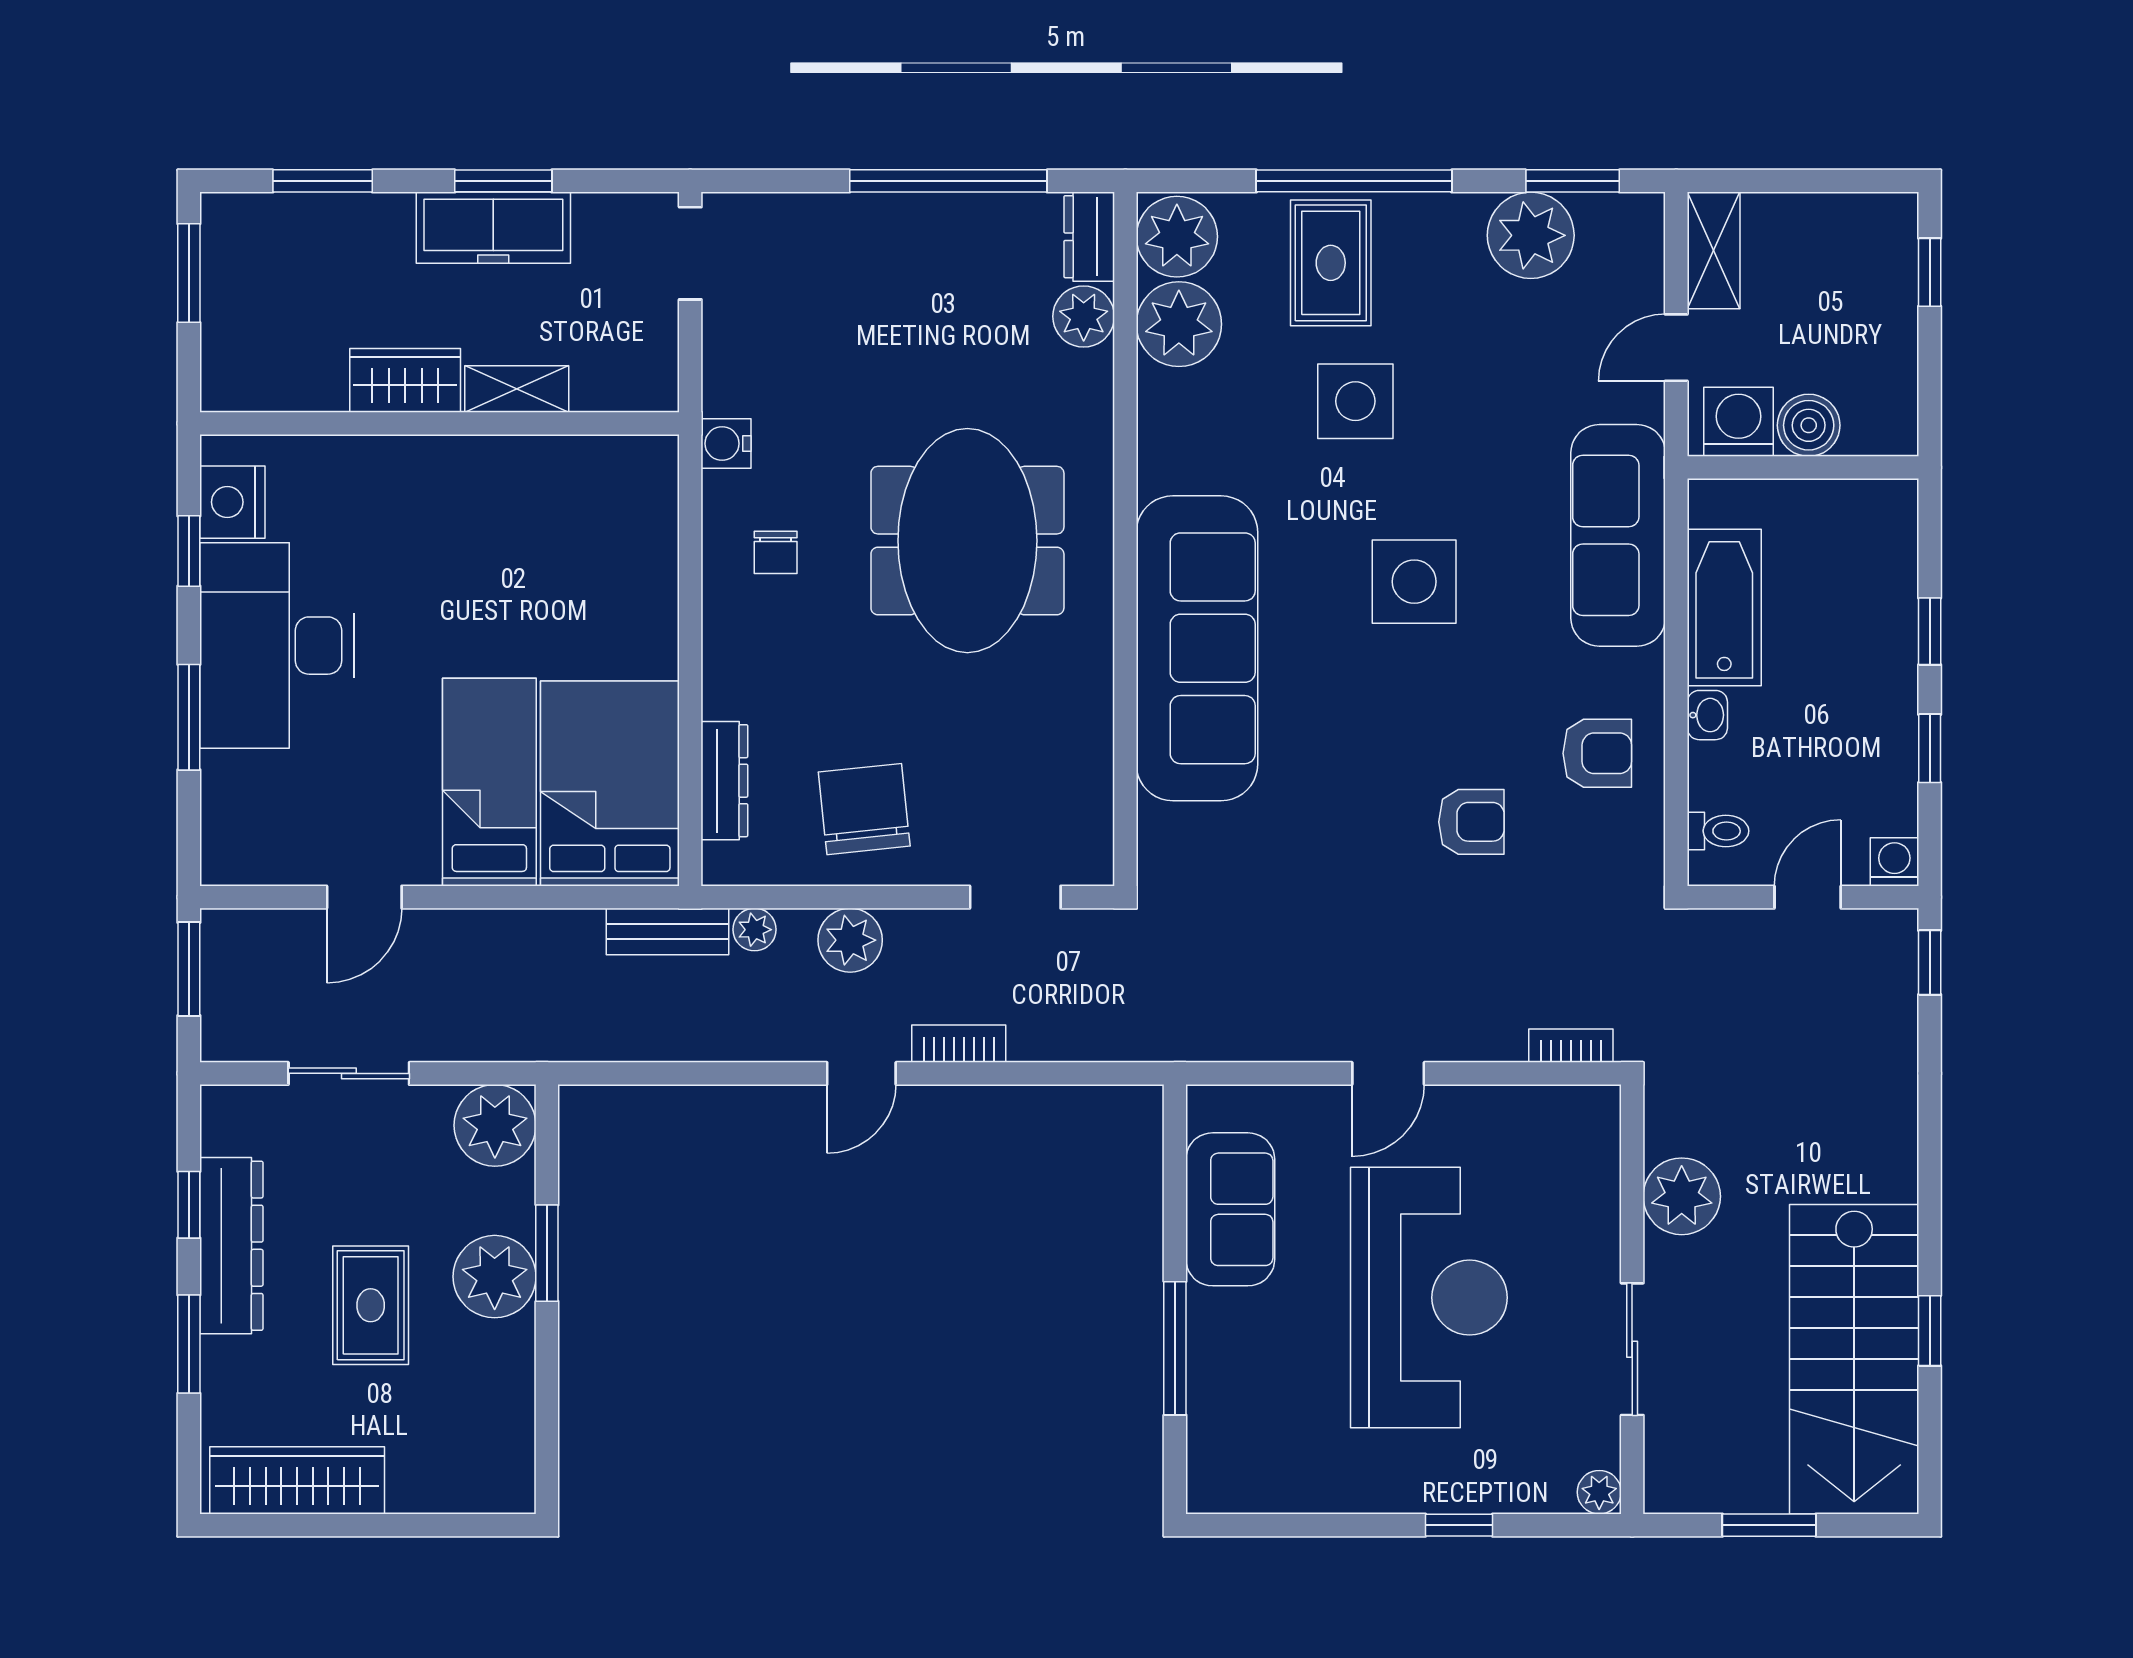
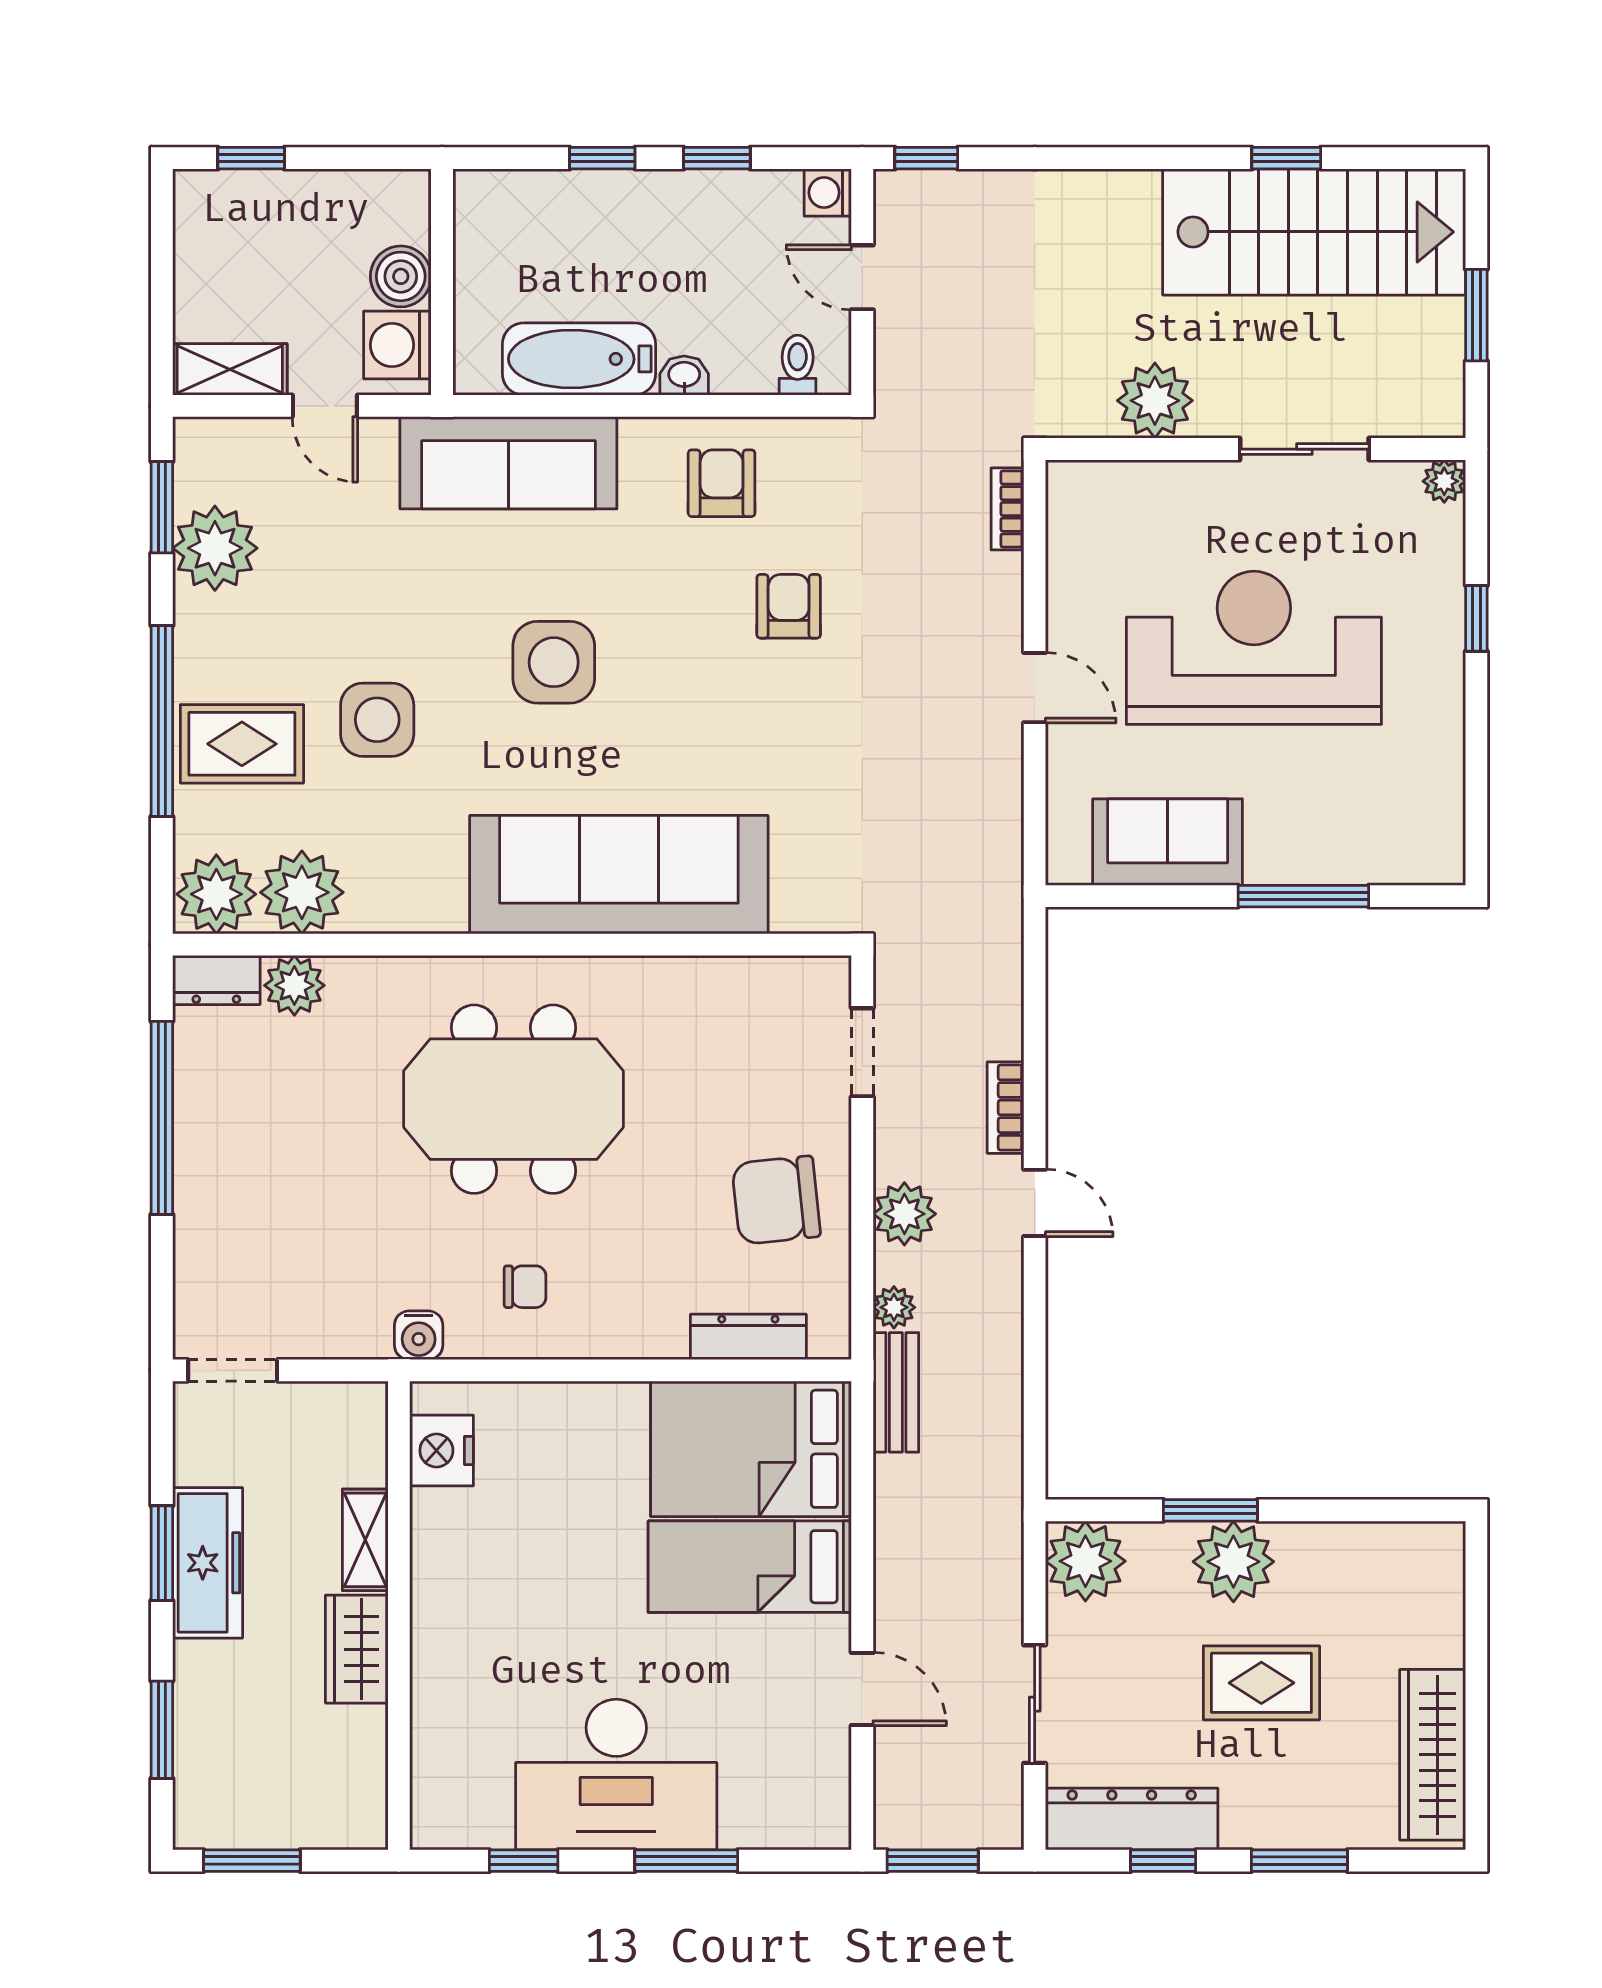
nightstand: (232, 502) -> (442, 1451), moved, turned 90
dresser: (231, 1246) -> (1132, 1819), moved

